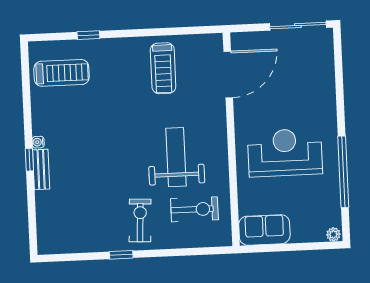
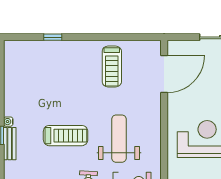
treadmill: (62, 73) -> (66, 136), moved

